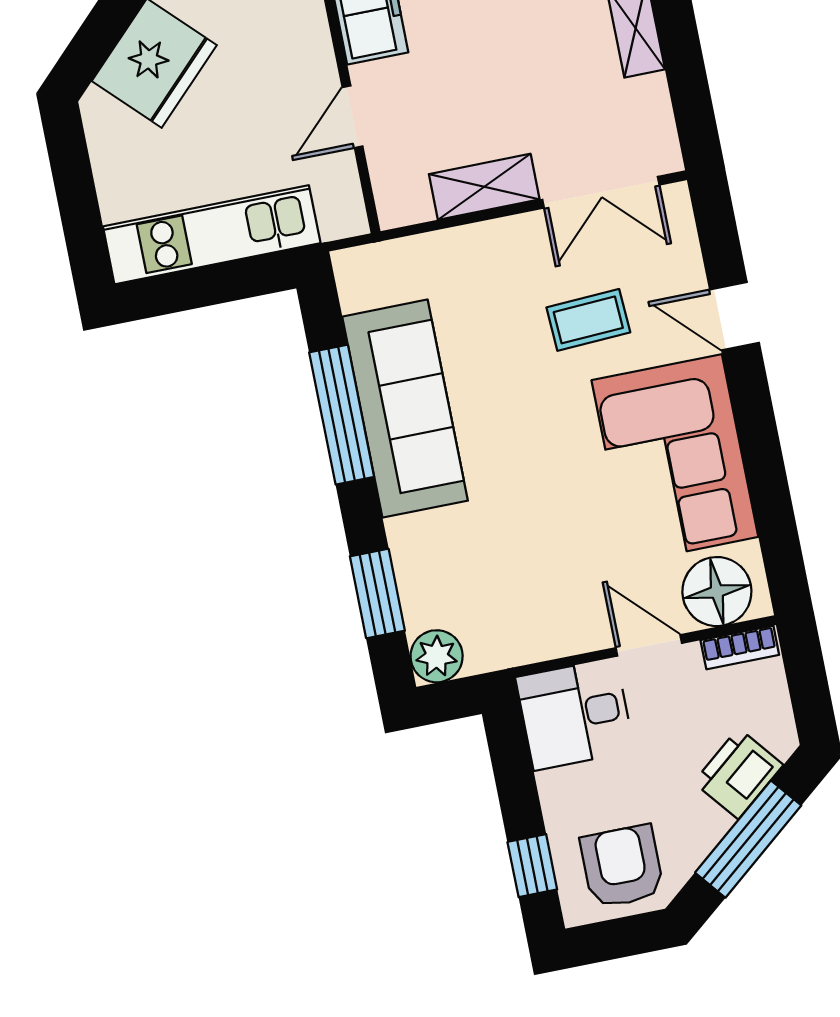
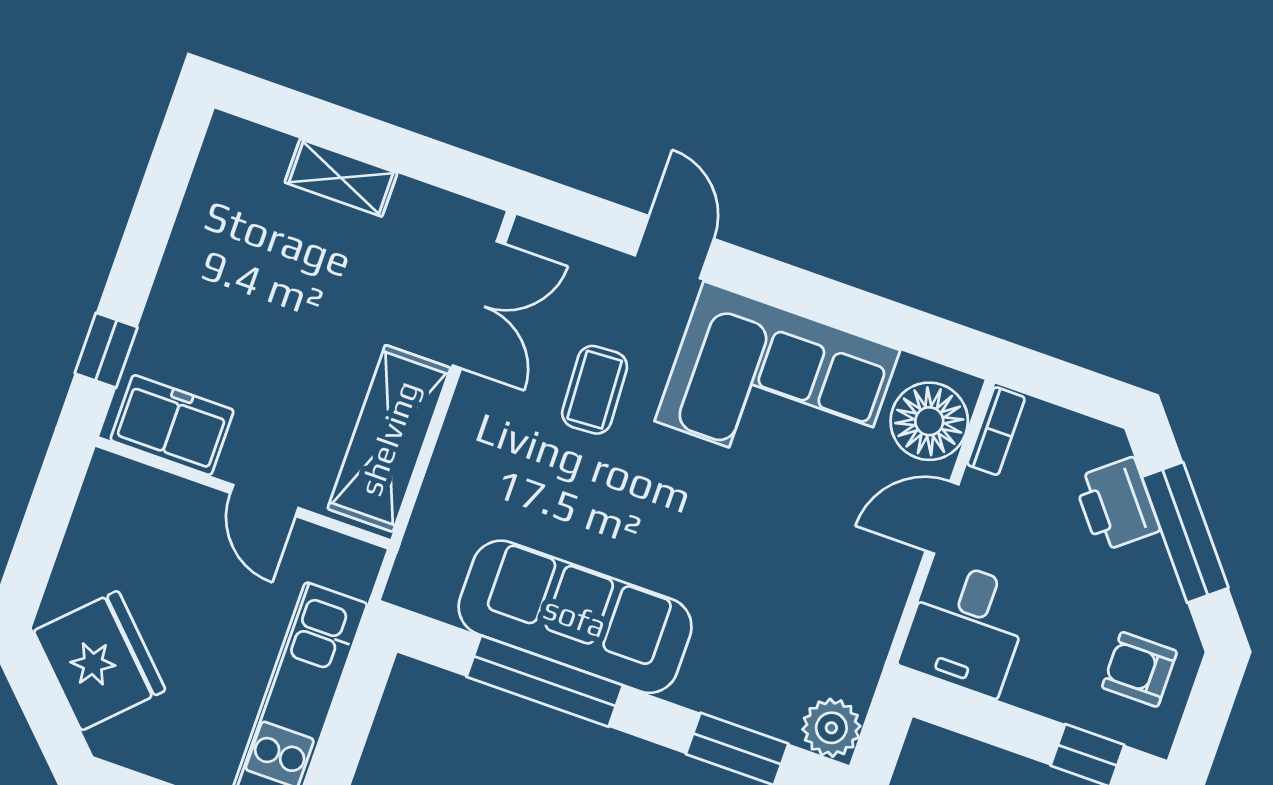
shelving: (484, 187) -> (389, 438), width x1.50, depth x1.33
door: (734, 316) -> (674, 247), swing flipped
armchair: (622, 866) -> (1139, 669), width x0.72, depth x0.72

